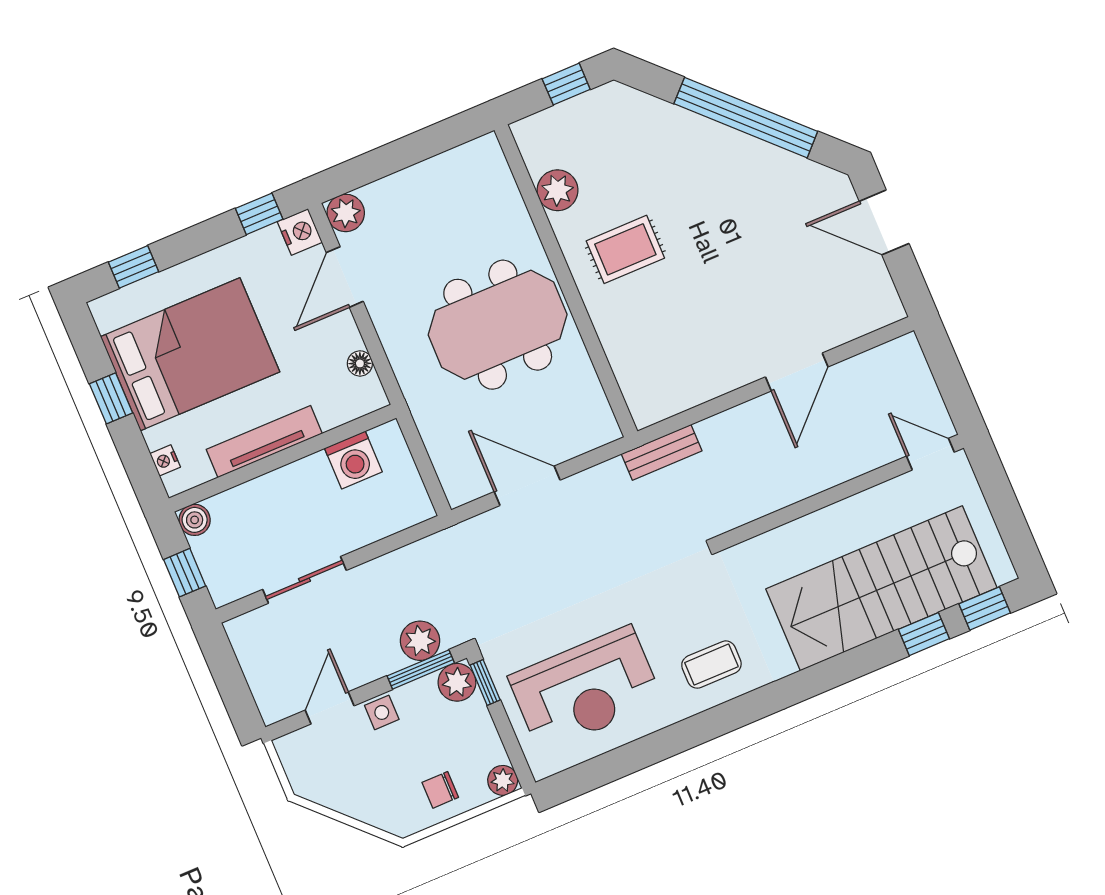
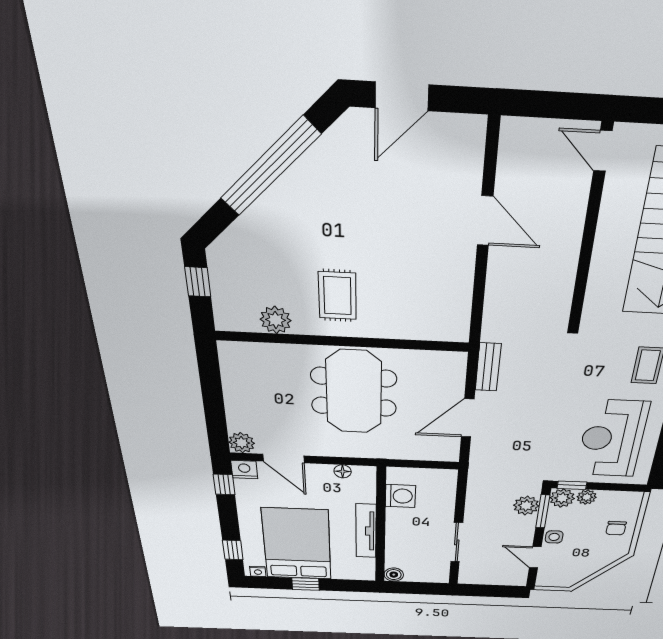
bench: (662, 452) -> (488, 367), moved
door: (930, 454) -> (603, 151), hinge flipped
nightstand: (165, 460) -> (258, 571), moved
window: (185, 573) -> (420, 588), removed
reception desk: (586, 689) -> (612, 439), turned 180
plant: (503, 780) -> (587, 497), moved

